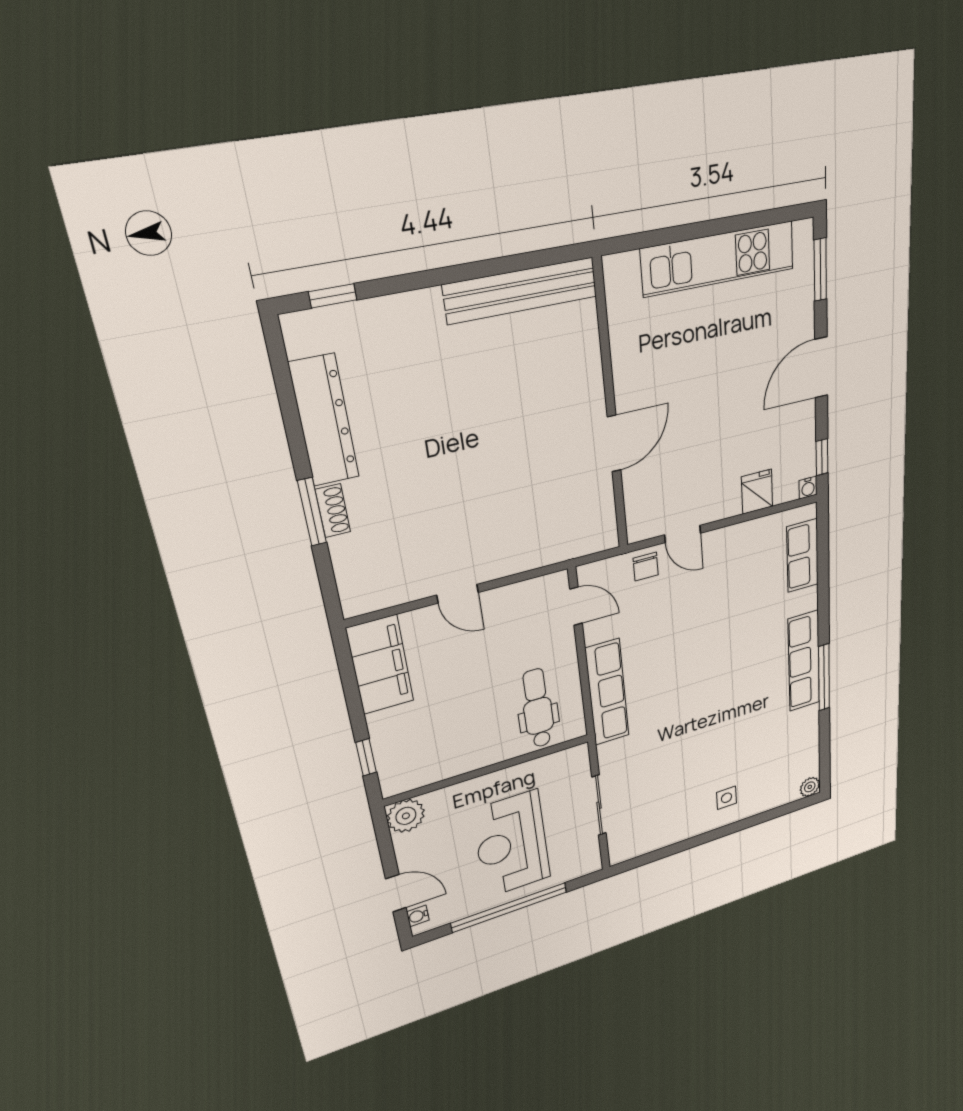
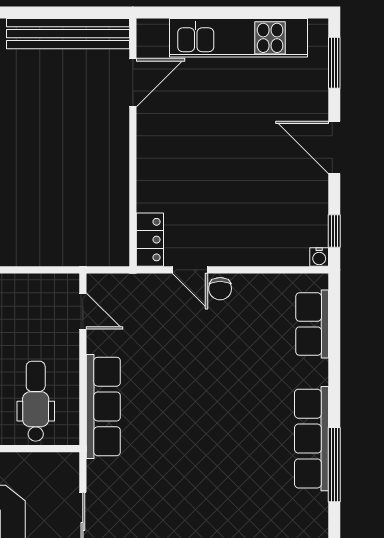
door: (821, 367) -> (334, 147), hinge flipped
door: (614, 444) -> (133, 83), moved
fridge: (757, 492) -> (266, 248), removed
locker: (639, 513) -> (150, 240), added
chair: (646, 567) -> (220, 289), moved

